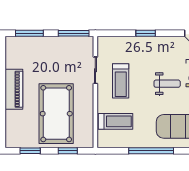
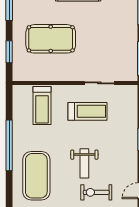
treadmill: (121, 81) -> (88, 111), turned 180
pool table: (56, 114) -> (51, 39), width x0.73, depth x0.76

